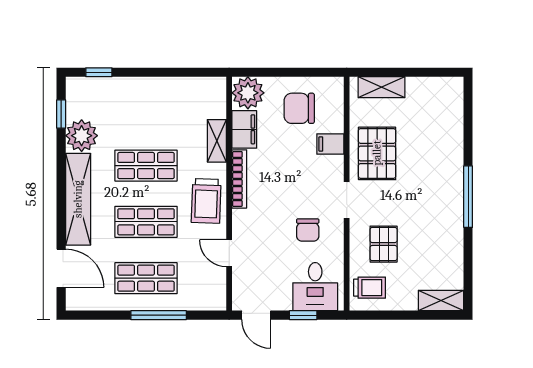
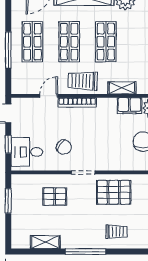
filing cabinet: (330, 144) -> (120, 162), removed
bookcase: (239, 179) -> (77, 102), moved
chair: (308, 230) -> (64, 147), turned -146
trolley: (370, 288) -> (117, 232), moved, turned -90
shelving: (441, 301) -> (45, 242), moved, turned 90
window: (390, 315) -> (8, 201), added

